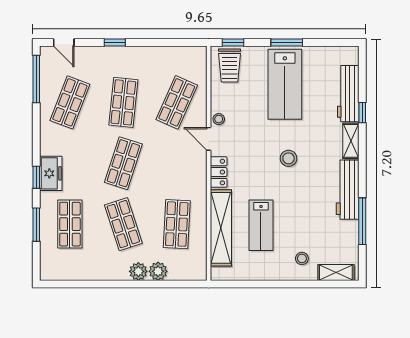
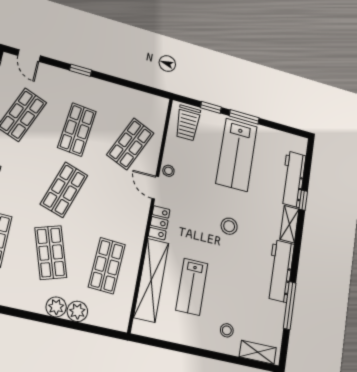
window: (233, 42) -> (211, 107), moved

